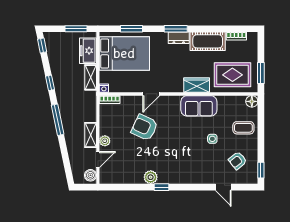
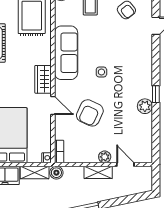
wardrobe: (197, 85) -> (43, 79), moved
sofa: (199, 106) -> (66, 53), width x1.36
side table: (212, 139) -> (101, 72), moved
boiler: (90, 175) -> (56, 173), moved

